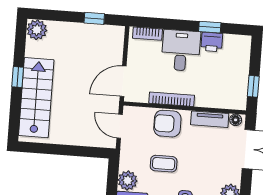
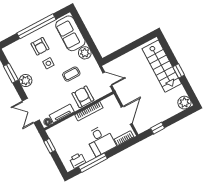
window: (210, 27) -> (93, 163), width x2.17
printer: (212, 42) -> (77, 160), moved
door: (123, 81) -> (127, 115), moved
armchair: (167, 124) -> (83, 97), turned -90

